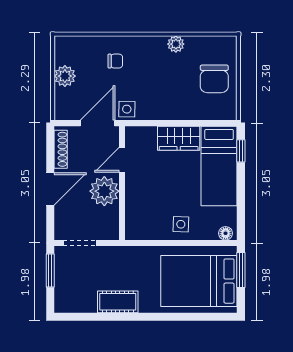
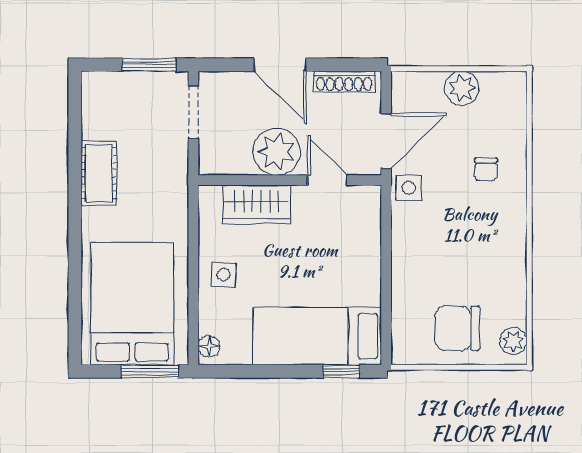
plant: (176, 44) -> (513, 341), moved
door: (98, 123) -> (386, 141), hinge flipped
wardrobe: (179, 138) -> (257, 204), moved, turned -90

